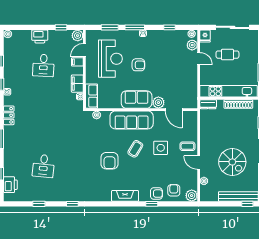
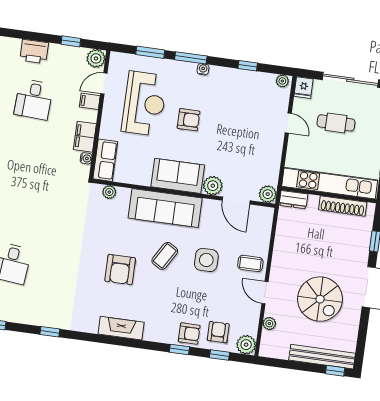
plant: (192, 45) -> (268, 194), moved
fireplace: (125, 196) -> (121, 328), moved
window: (176, 204) -> (220, 355), added

